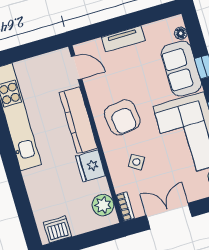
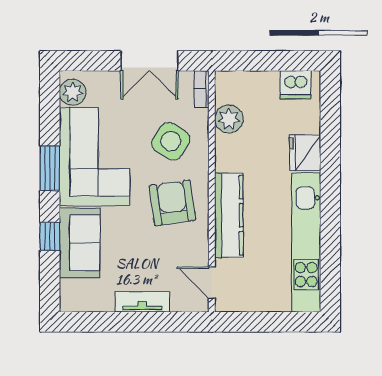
floor lamp: (181, 33) -> (68, 288), removed
side table: (136, 162) -> (171, 141), width x1.87, depth x1.87
fridge: (91, 166) -> (305, 153), moved, turned 180
plant: (103, 205) -> (229, 119), moved

